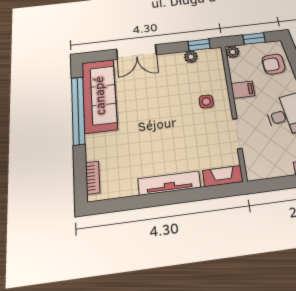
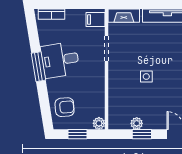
window: (199, 45) -> (142, 134), moved
filing cabinet: (243, 90) -> (96, 20), moved
side table: (206, 102) -> (146, 77), moved

